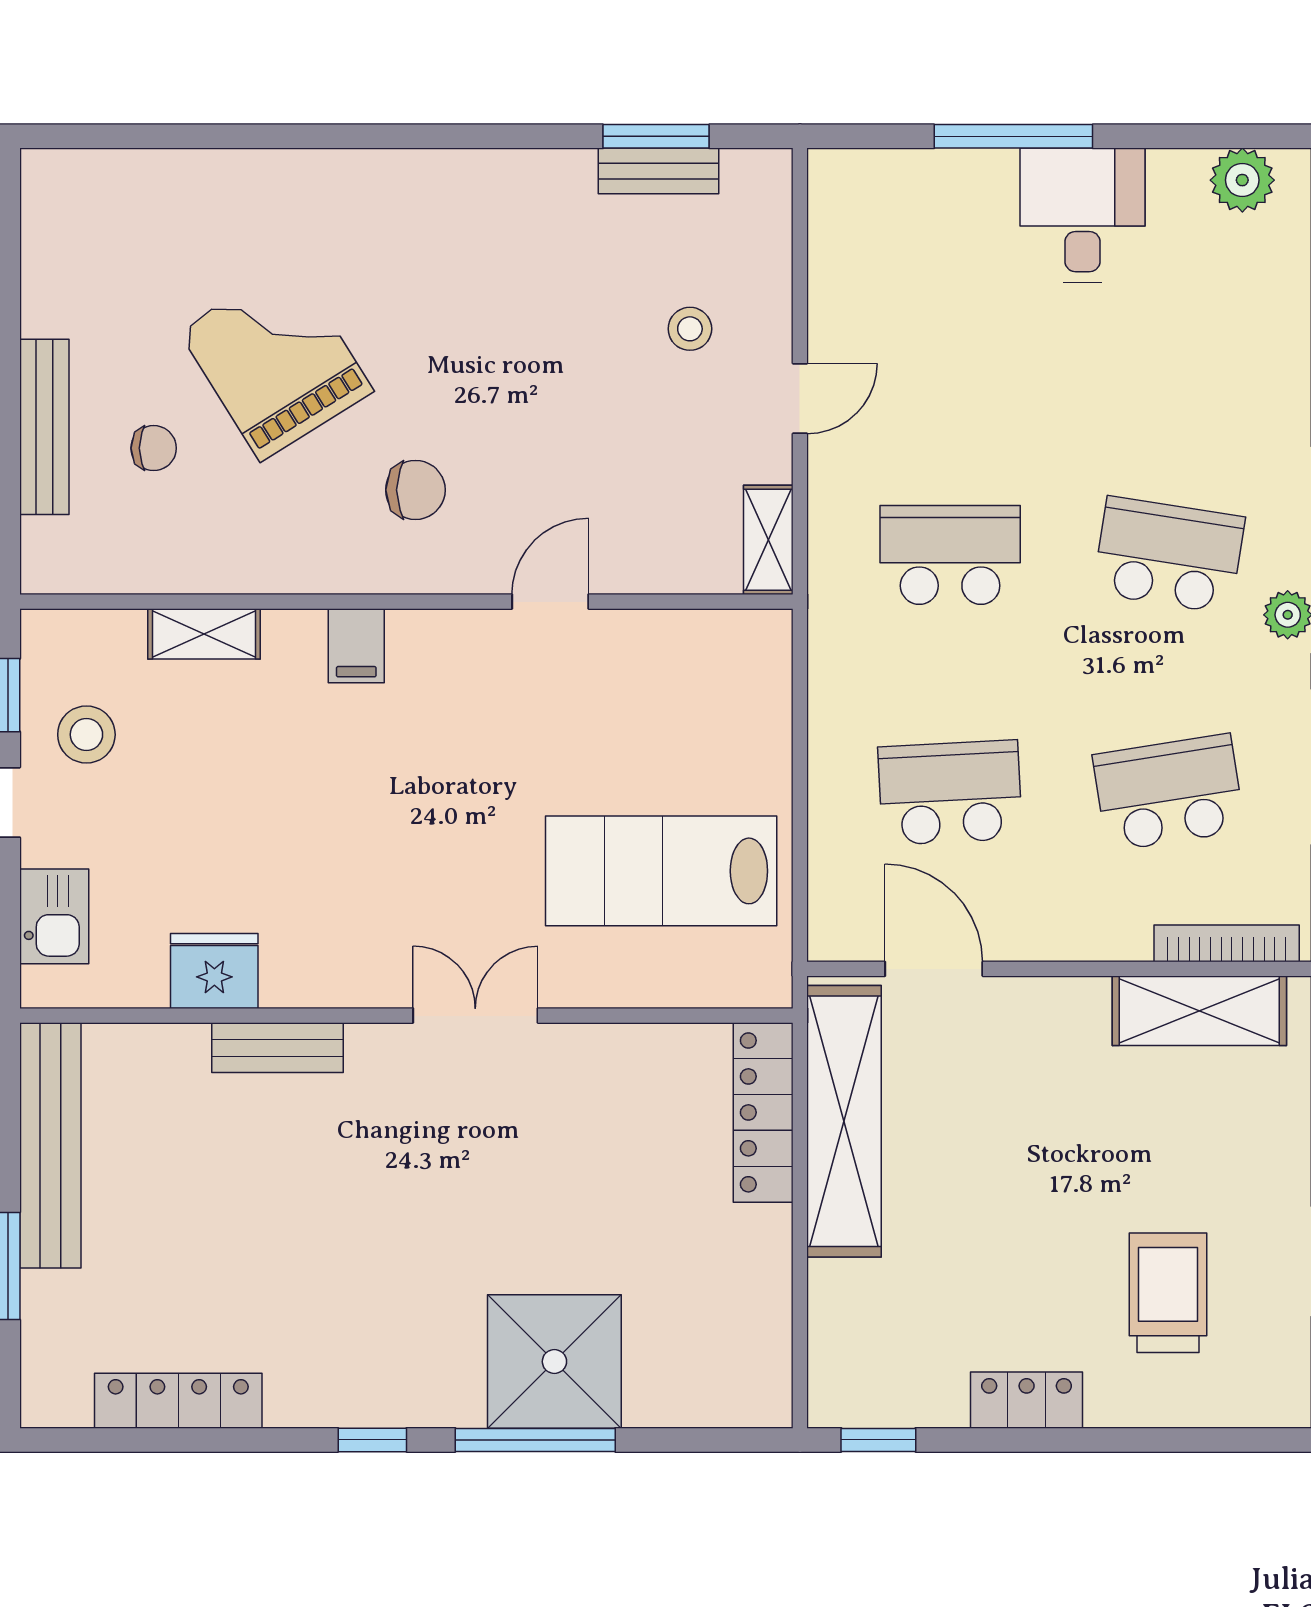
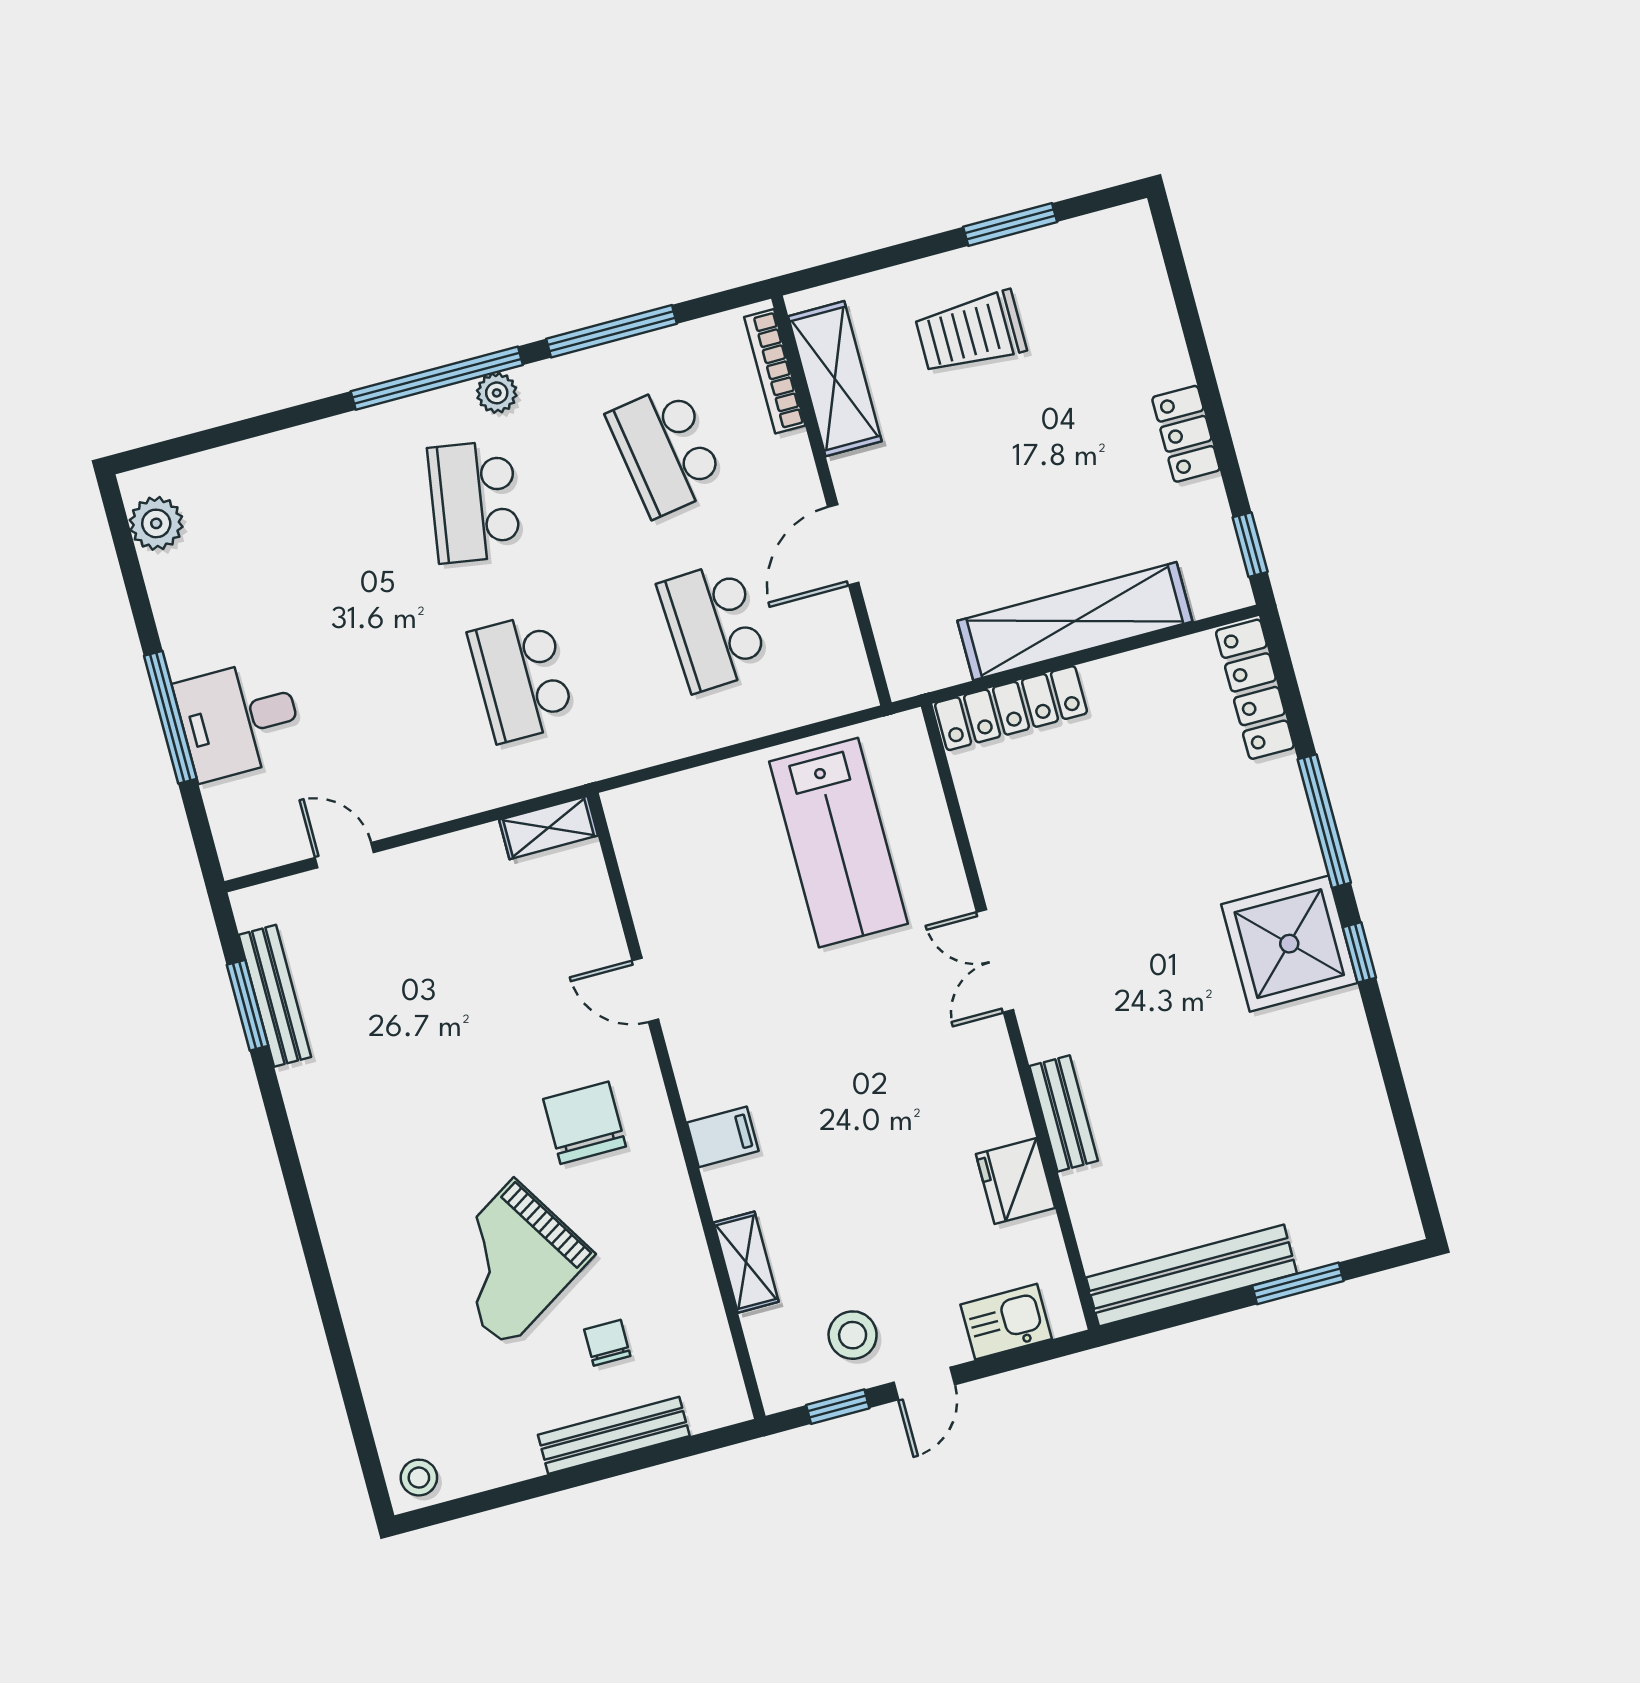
bench: (658, 171) -> (275, 996), width x1.36
desk: (1082, 215) -> (239, 720), moved
stool: (690, 329) -> (419, 1478), moved
door: (800, 399) -> (344, 855), moved
chair: (415, 490) -> (585, 1123), width x1.37, depth x1.37
door: (934, 969) -> (843, 545), moved
shelving: (844, 1121) -> (1075, 621), moved
trolley: (1168, 1293) -> (971, 332), moved
shower: (554, 1362) -> (1289, 944), moved
locker: (178, 1401) -> (1255, 689), moved

